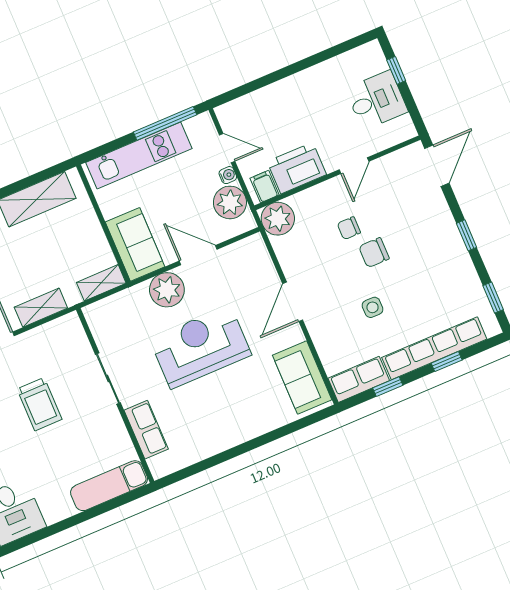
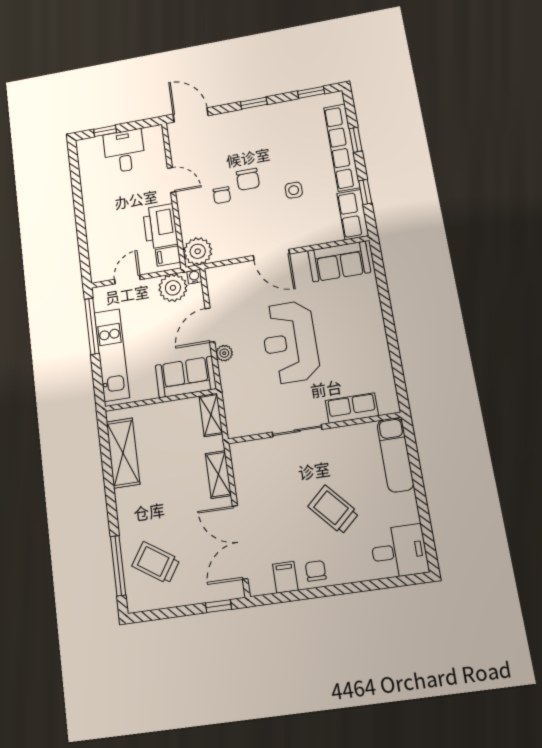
water cooler: (228, 175) -> (194, 277), moved
plant: (167, 290) -> (224, 353), width x0.53, depth x0.53
trolley: (39, 404) -> (333, 510), moved, turned -132

